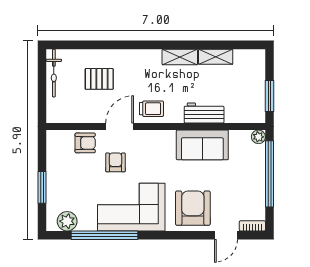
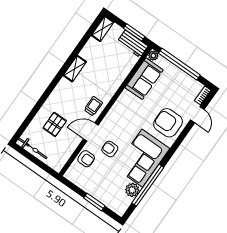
shelving: (216, 57) -> (103, 29), moved
workbench: (204, 113) -> (133, 44), moved, turned -90
door: (120, 127) -> (91, 132), hinge flipped
armchair: (85, 143) -> (86, 159), turned 90
sofa: (202, 145) -> (144, 79), moved
plant: (67, 221) -> (132, 190), moved

